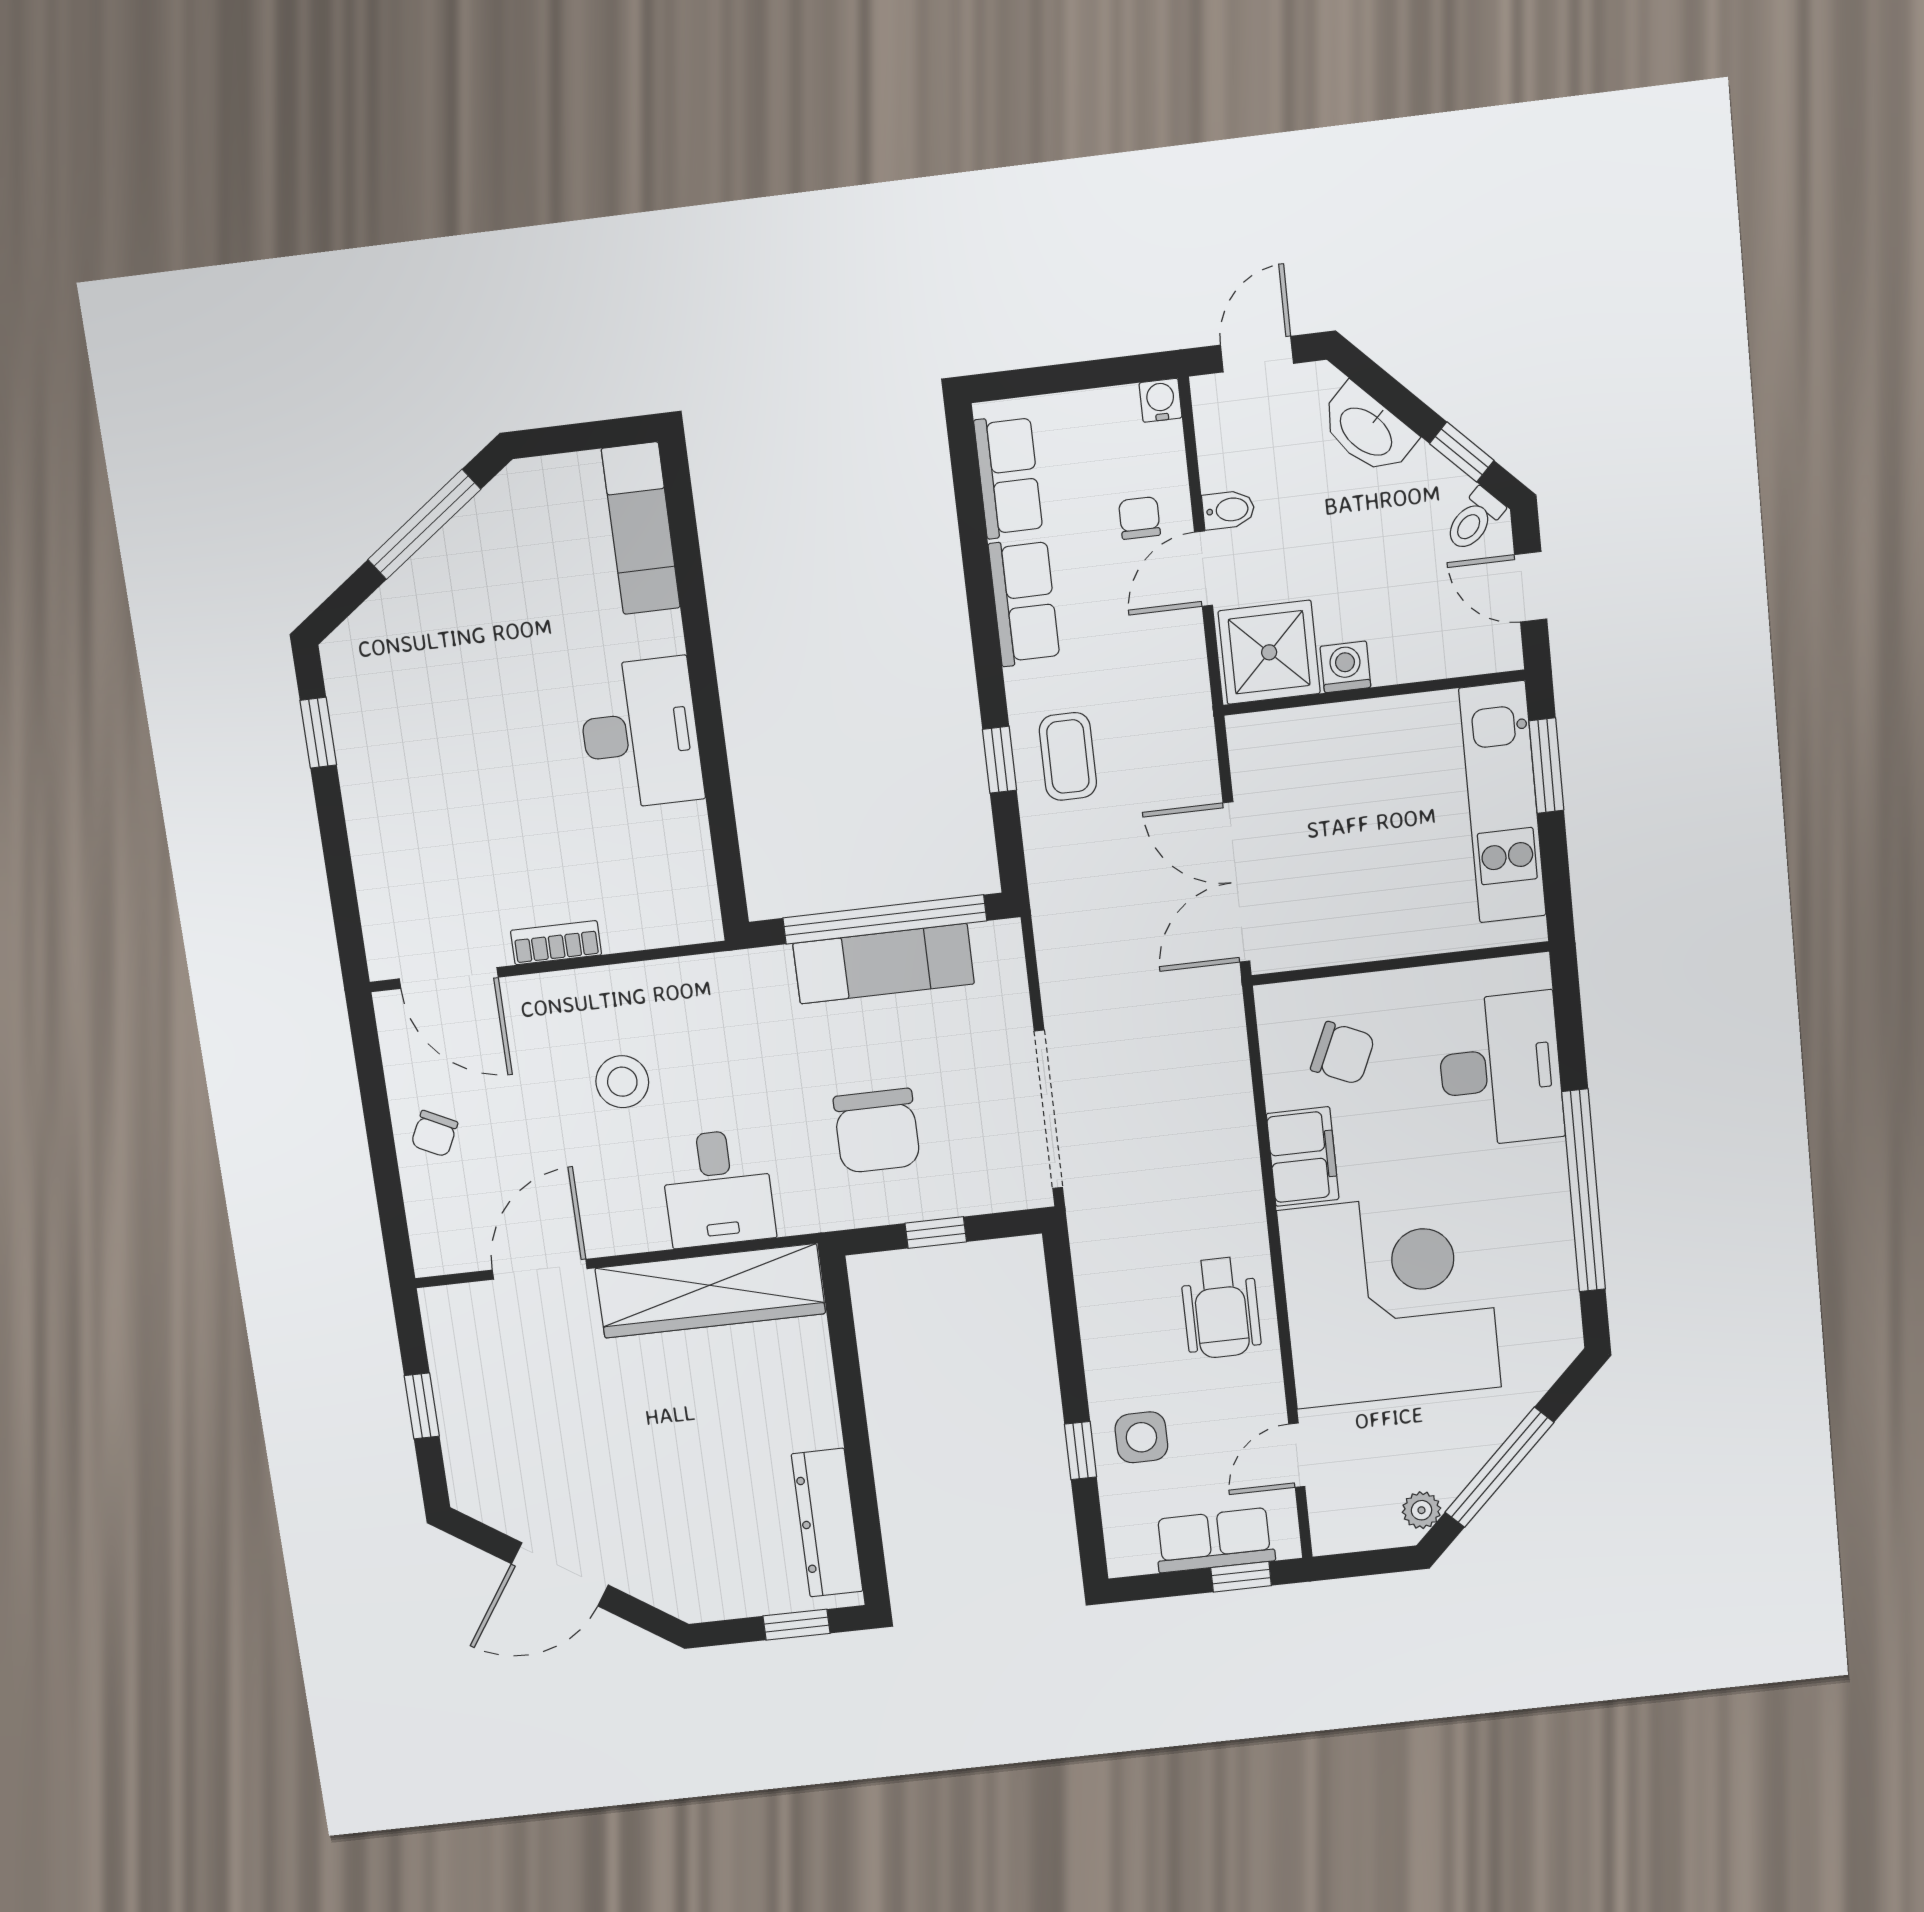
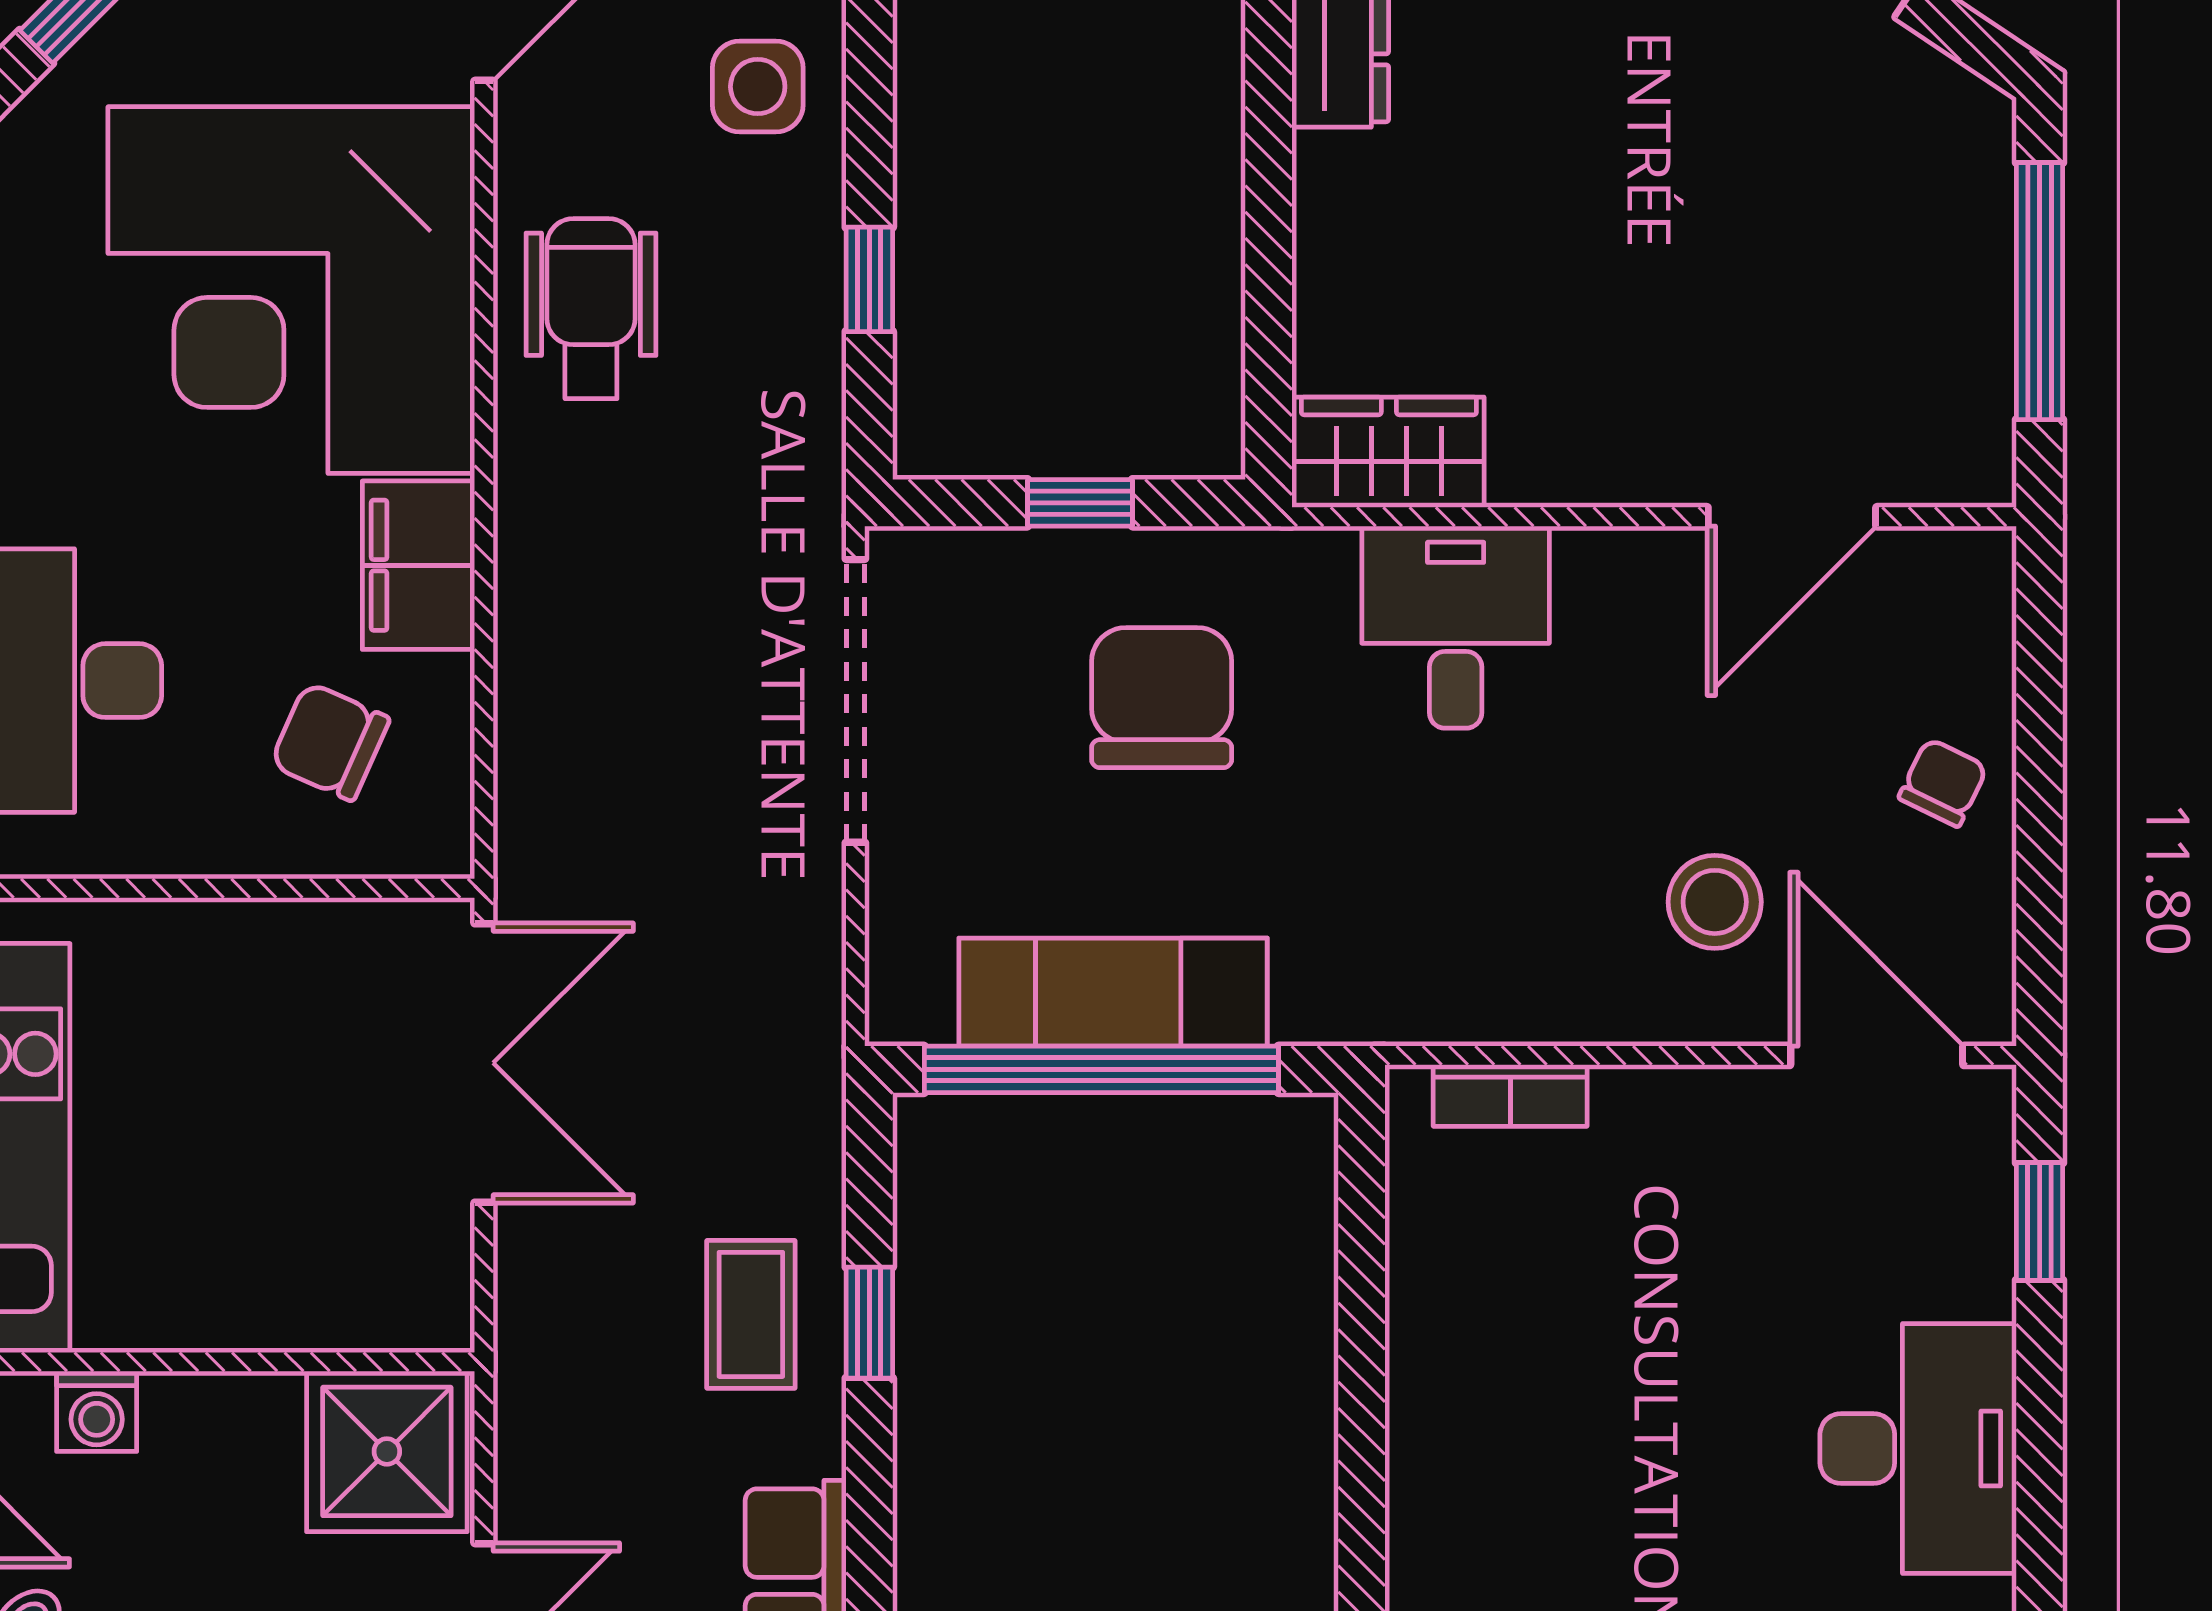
washing machine: (1345, 667) -> (97, 1411), moved
window: (318, 733) -> (2040, 1221), moved
desk: (640, 734) -> (1918, 1448), moved, turned 180
bookcase: (556, 943) -> (1510, 1095), moved
stool: (622, 1082) -> (1715, 902), moved
wardrobe: (710, 1291) -> (1389, 452), width x0.48, depth x0.85
window: (422, 1406) -> (2040, 291), width x2.17
window: (1081, 1451) -> (869, 279), moved

